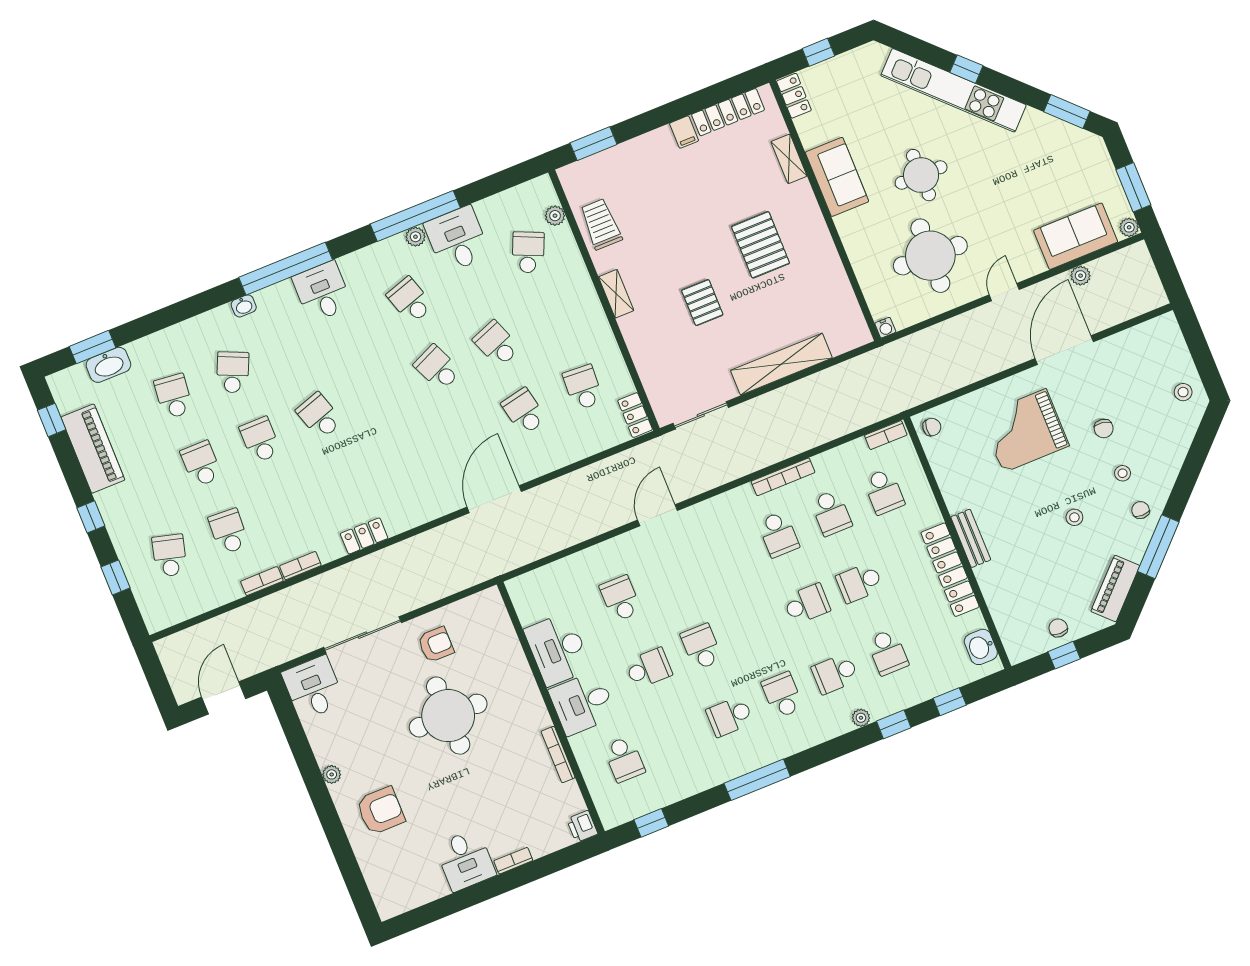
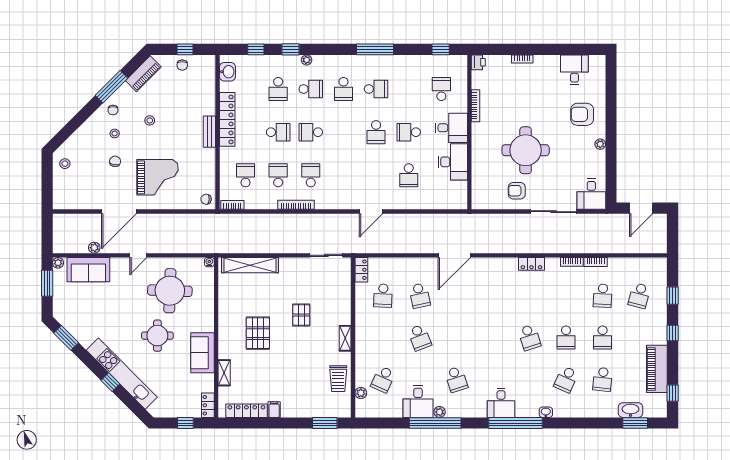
shelving: (781, 364) -> (250, 265), moved
school desk: (437, 368) -> (456, 337), removed
school desk: (888, 652) -> (278, 89), turned 180
desk: (465, 860) -> (574, 70), moved

